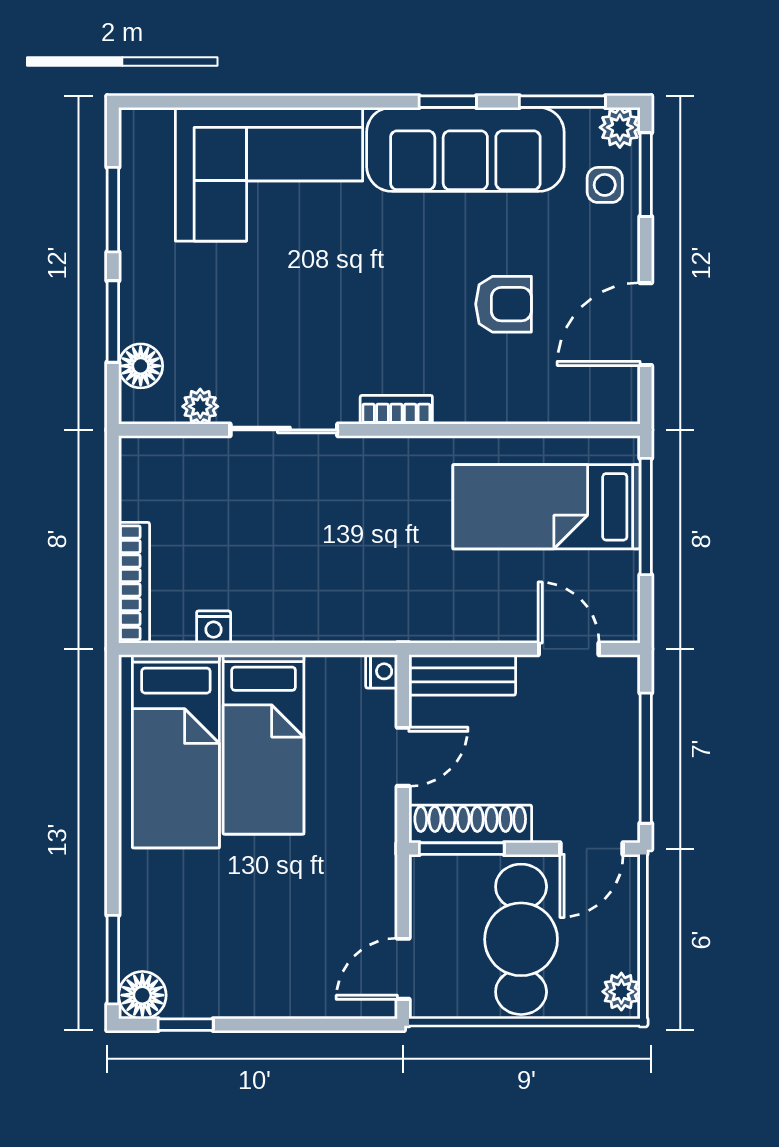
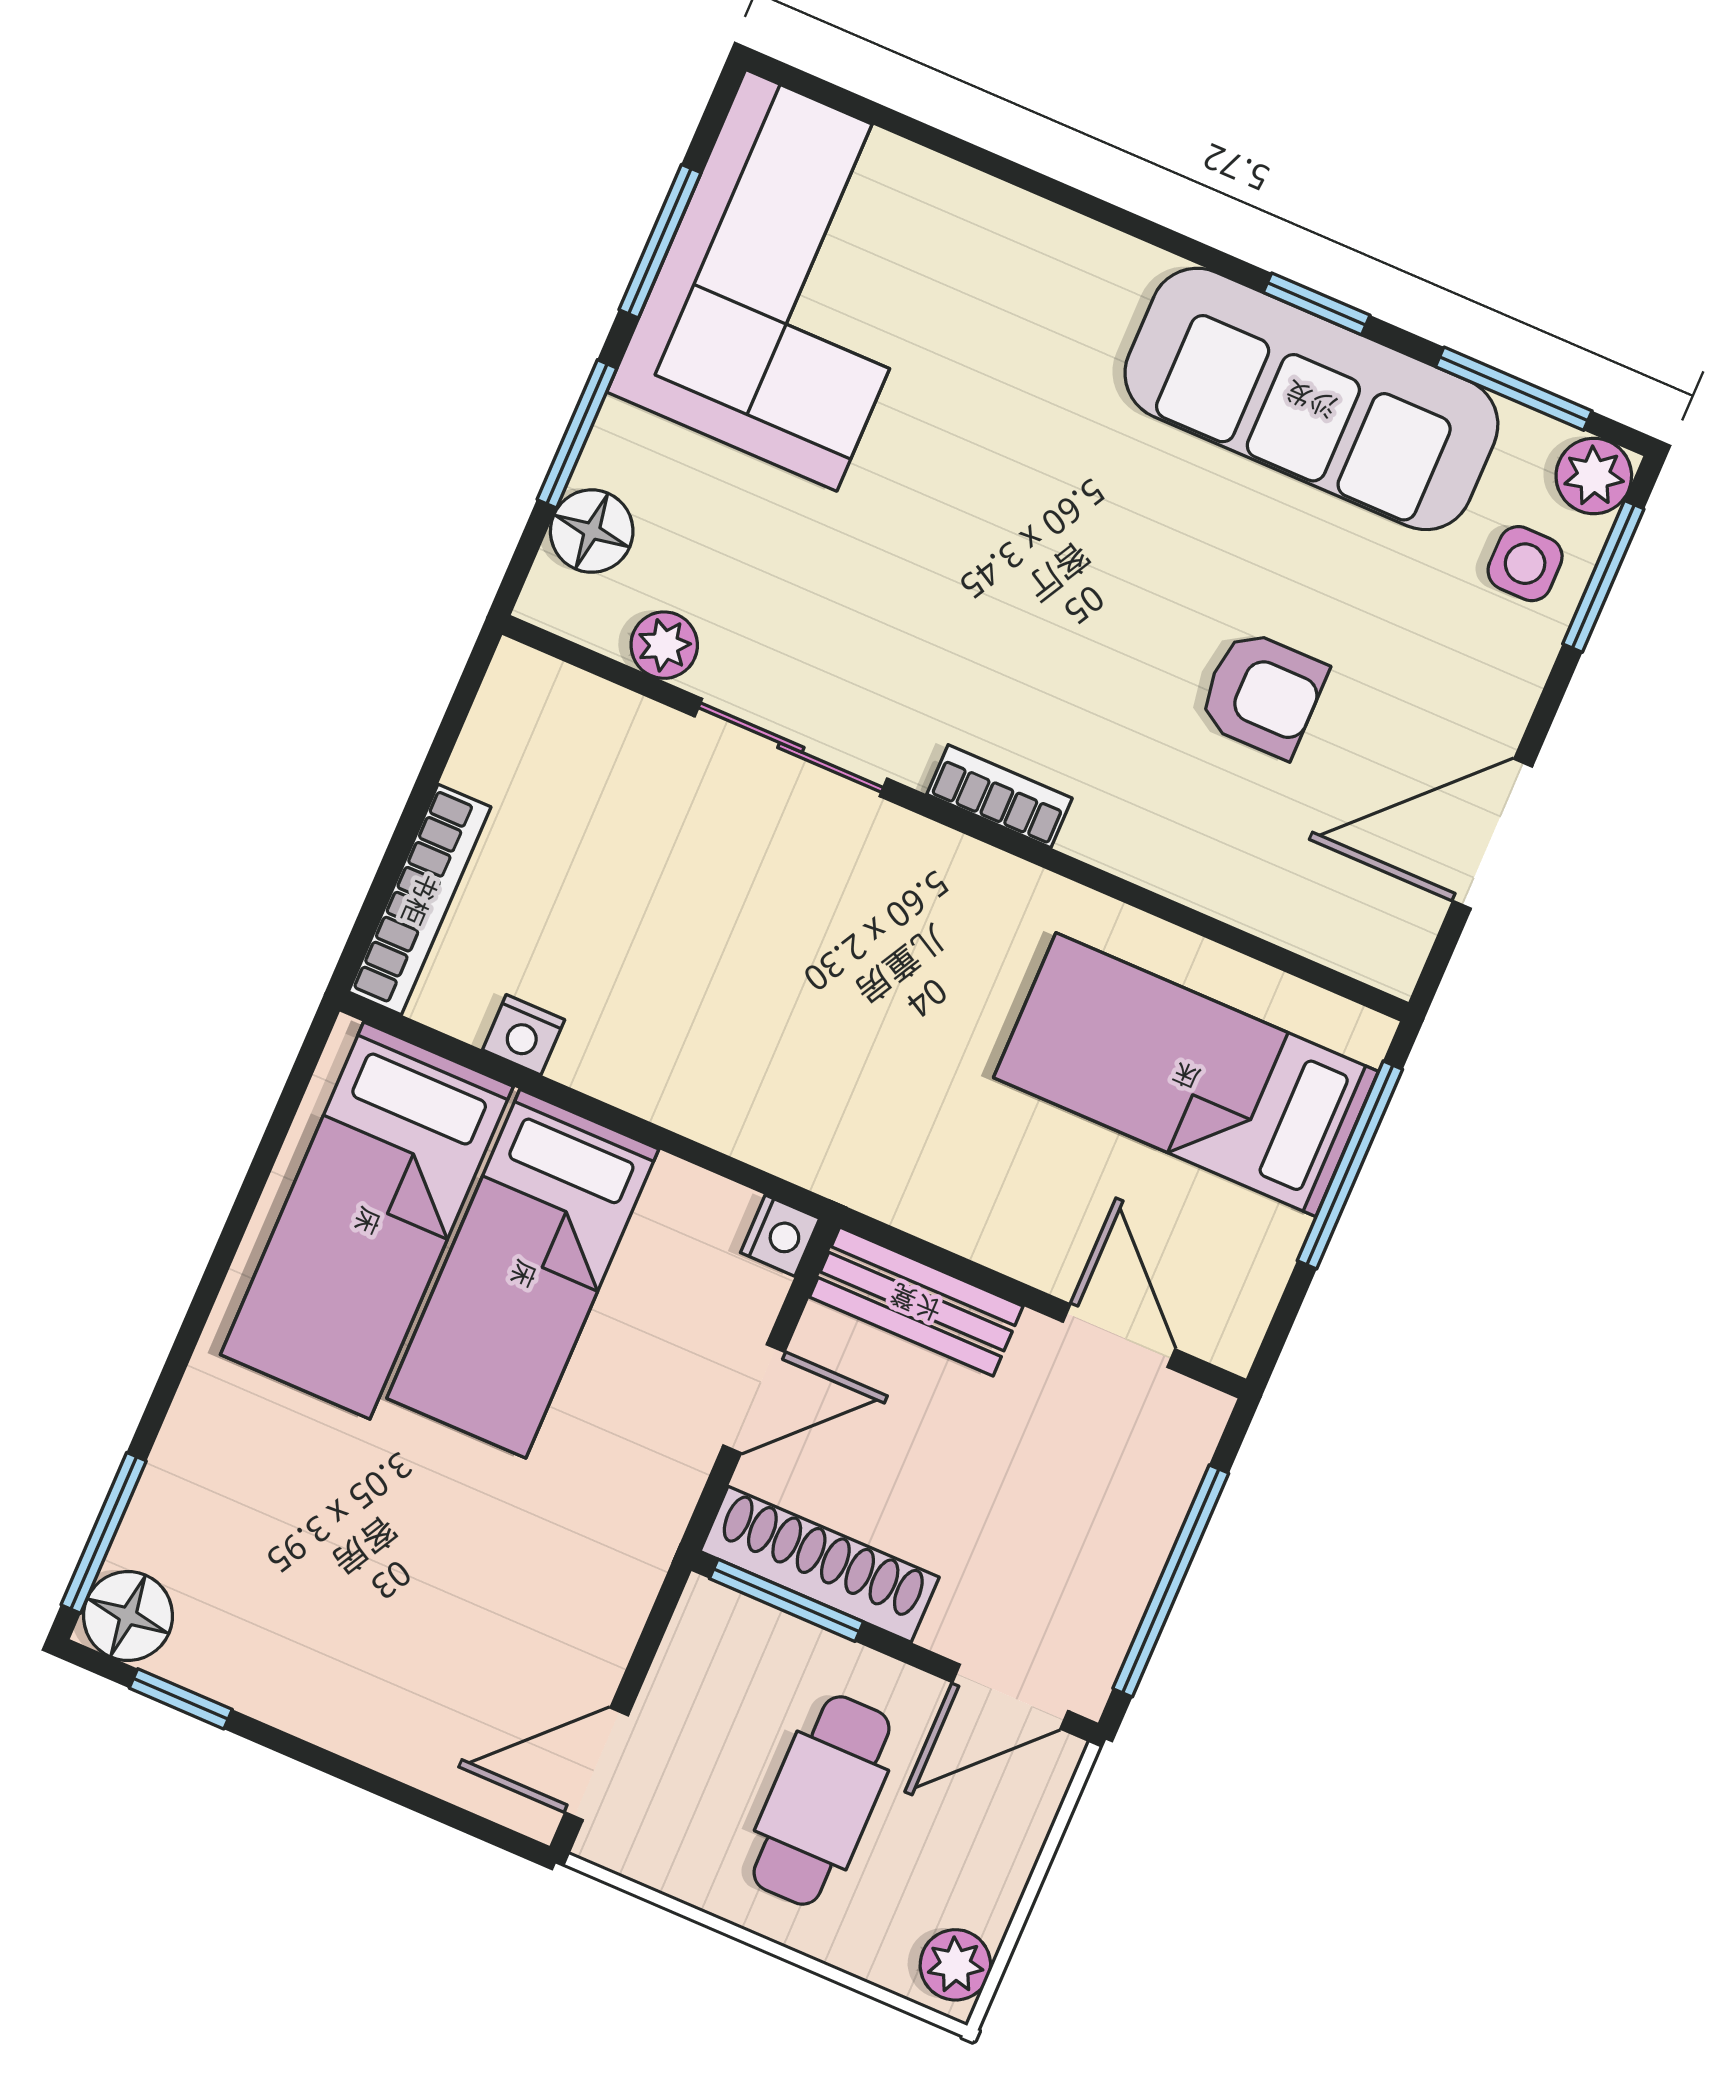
corner sofa: (269, 174) -> (791, 280), moved, turned -90
cafe table: (521, 939) -> (821, 1800), width x0.73, depth x0.74

